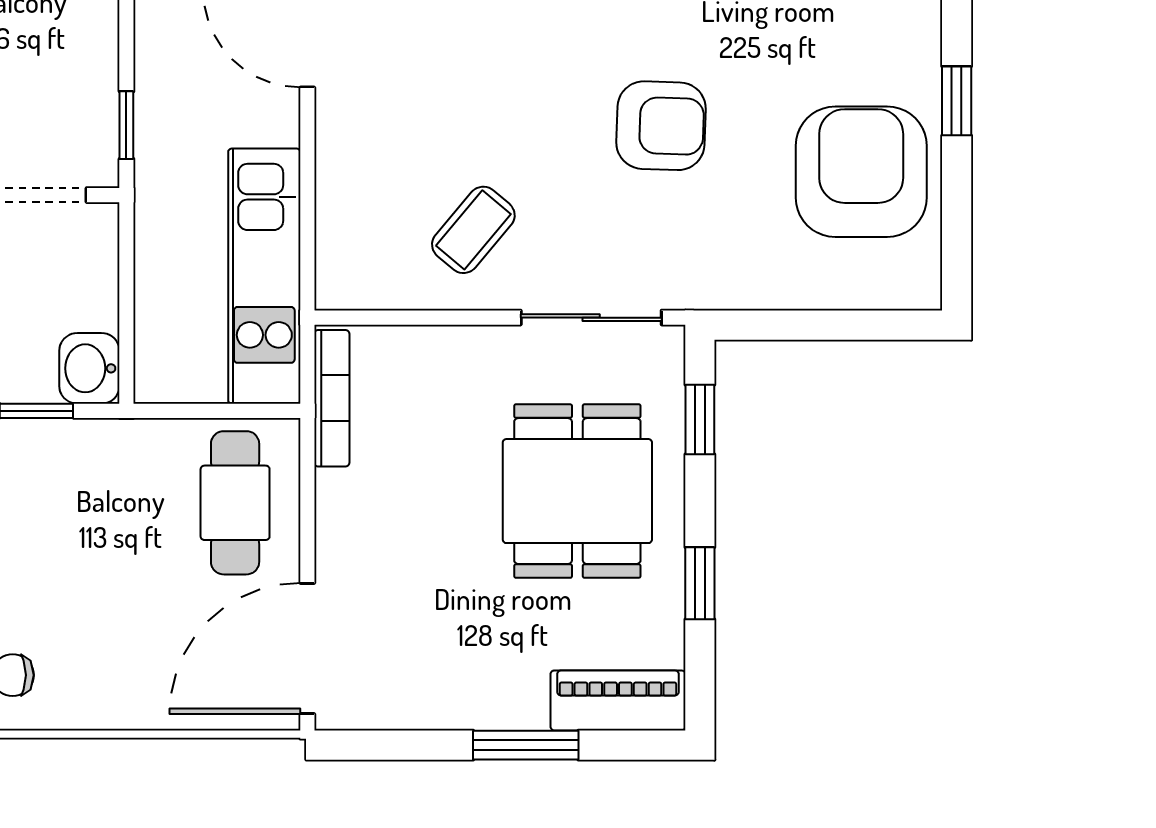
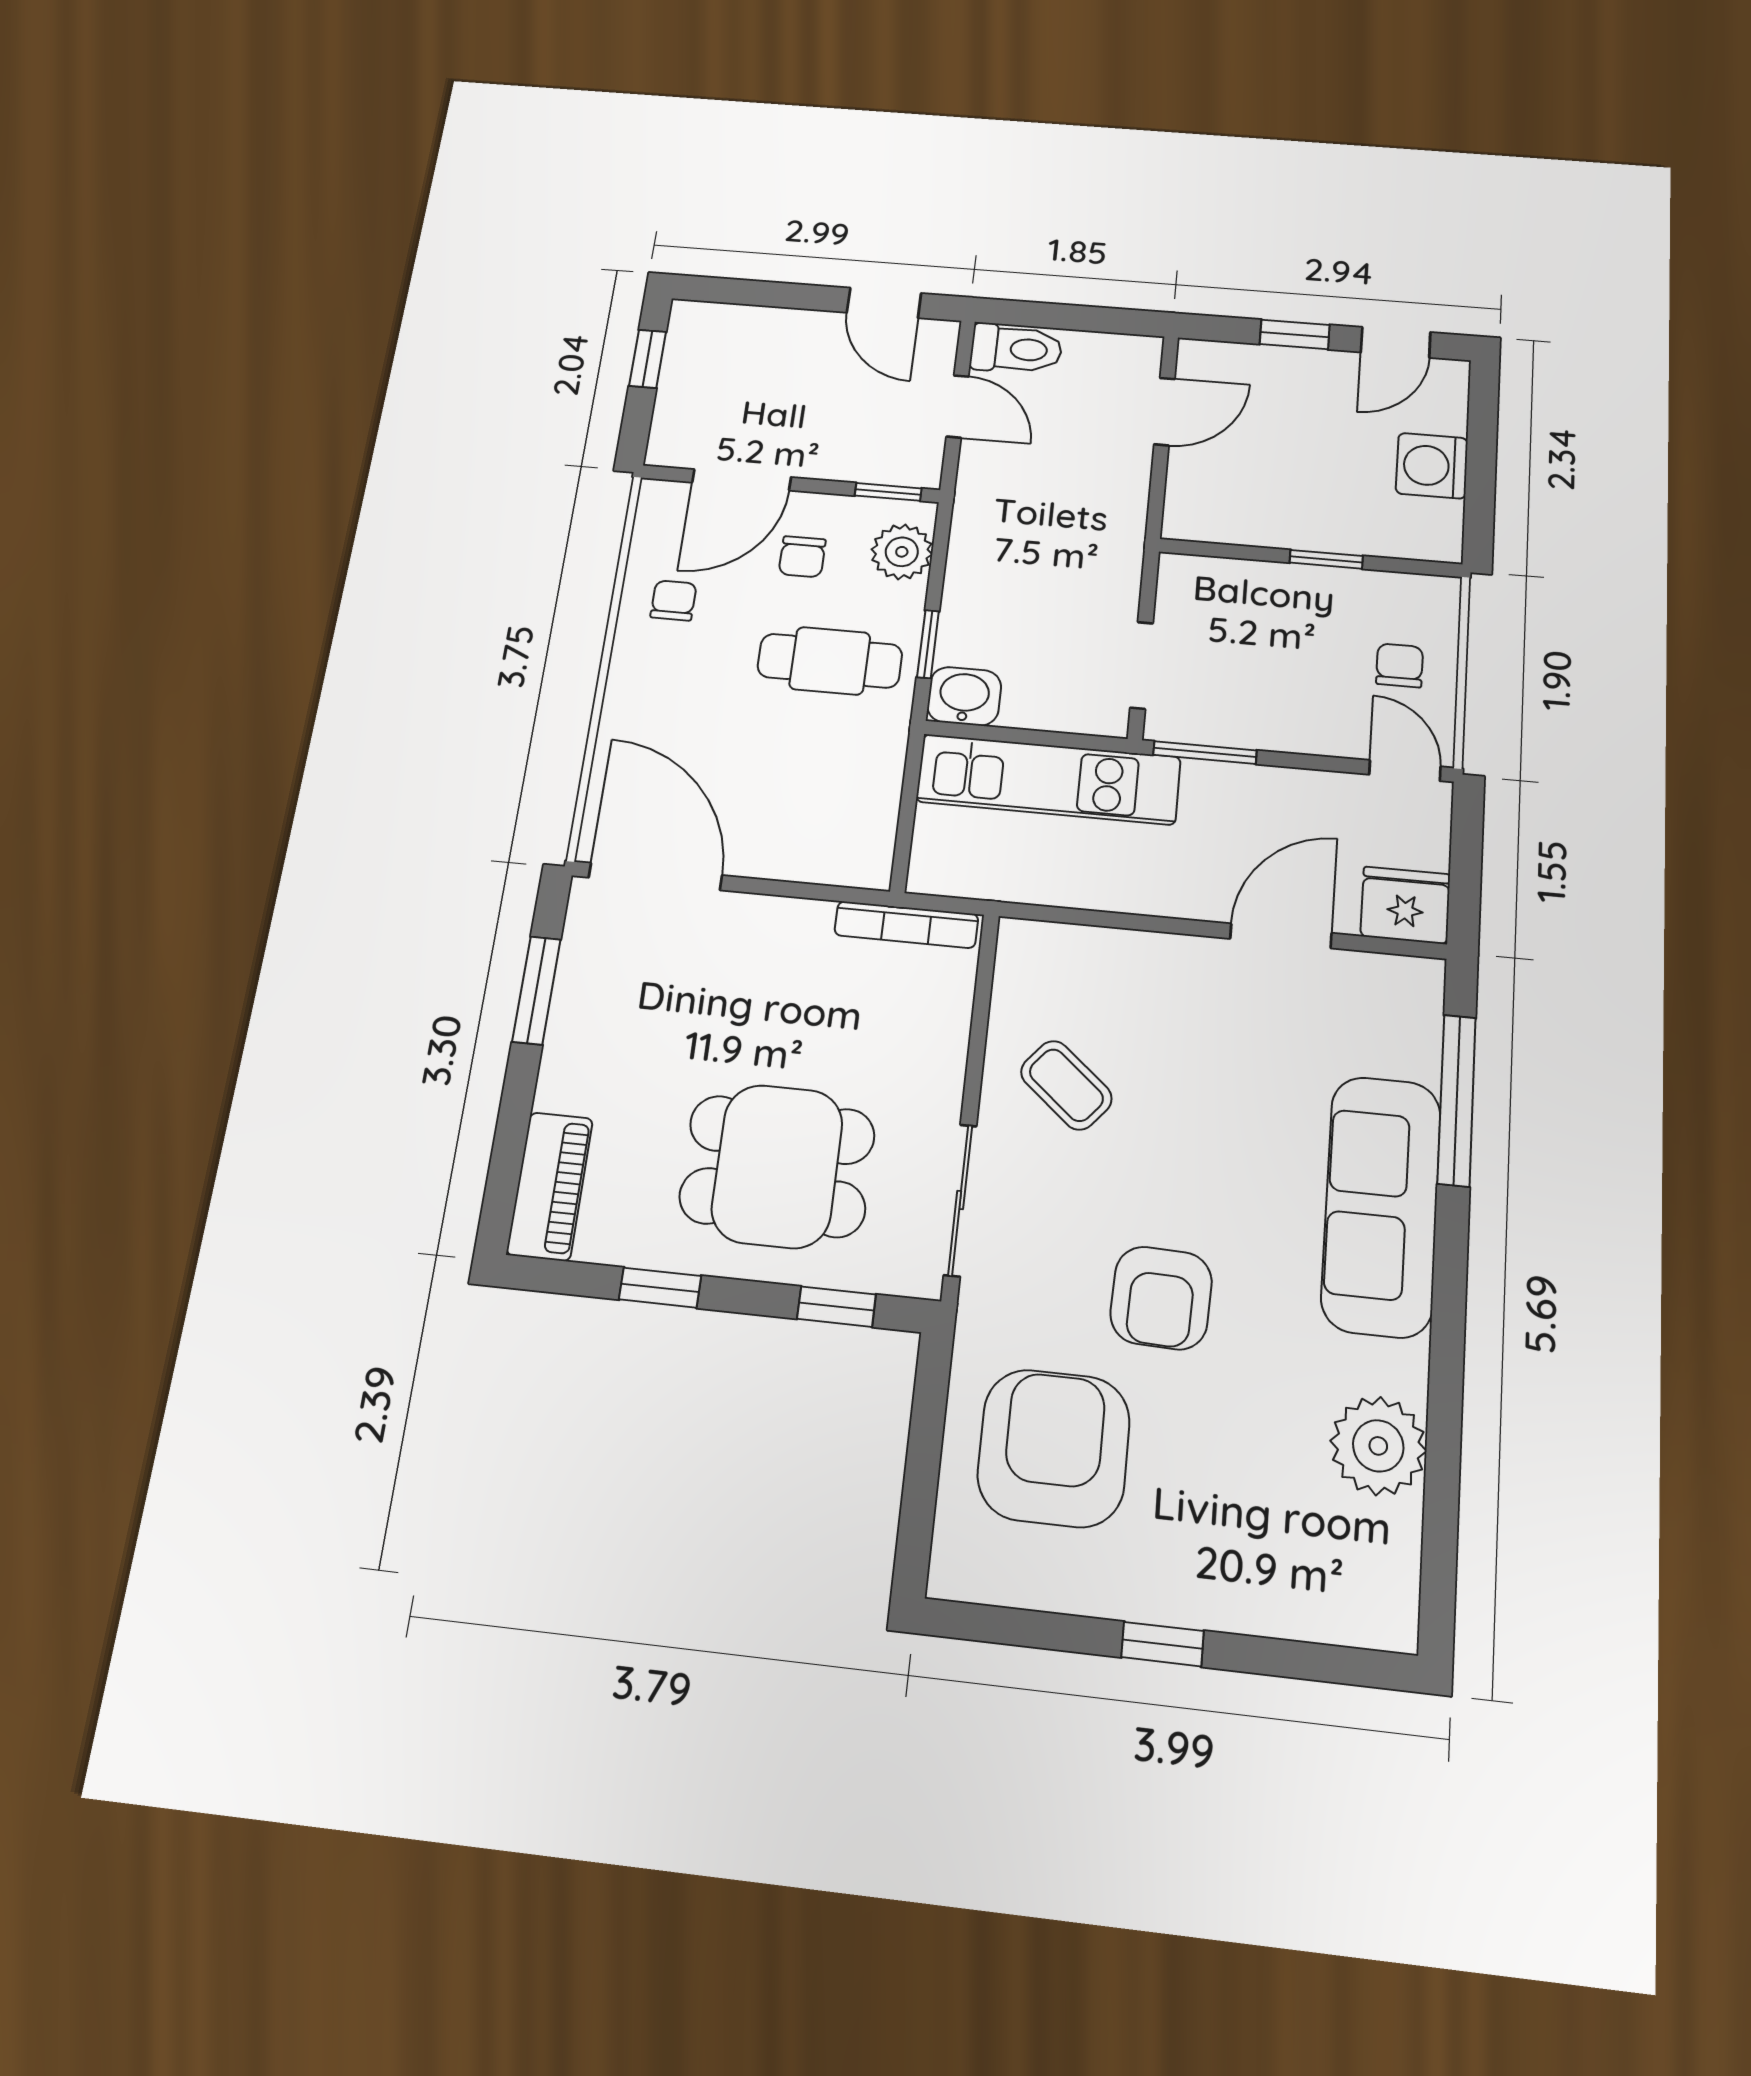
window: (126, 125) -> (1205, 753), width x1.50
armchair: (861, 172) -> (1054, 1448), moved, turned -90
kitchen unit: (264, 276) -> (1048, 779), moved, turned 180
cafe table: (235, 503) -> (830, 661), moved
window: (526, 745) -> (537, 990), moved

